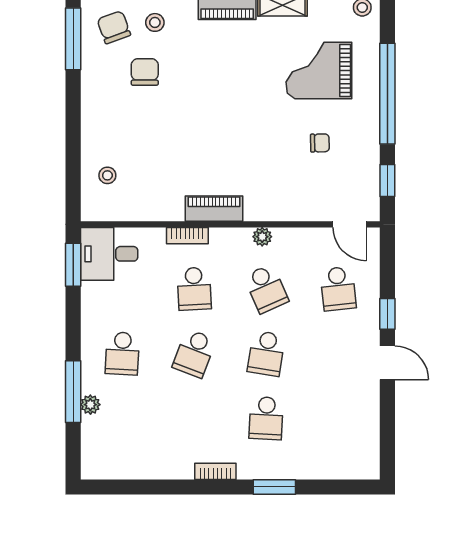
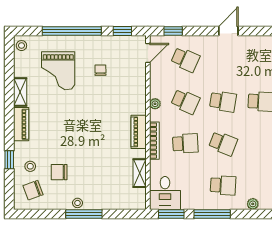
window: (73, 39) -> (84, 214), moved
stool: (107, 175) -> (77, 203), moved
shelving: (143, 210) -> (140, 173), added
bookcase: (187, 236) -> (154, 141), width x1.56
school desk: (266, 289) -> (185, 101), turned 48
school desk: (338, 289) -> (185, 60), turned 30
window: (387, 314) -> (173, 31), moved
window: (73, 392) -> (212, 214), moved

